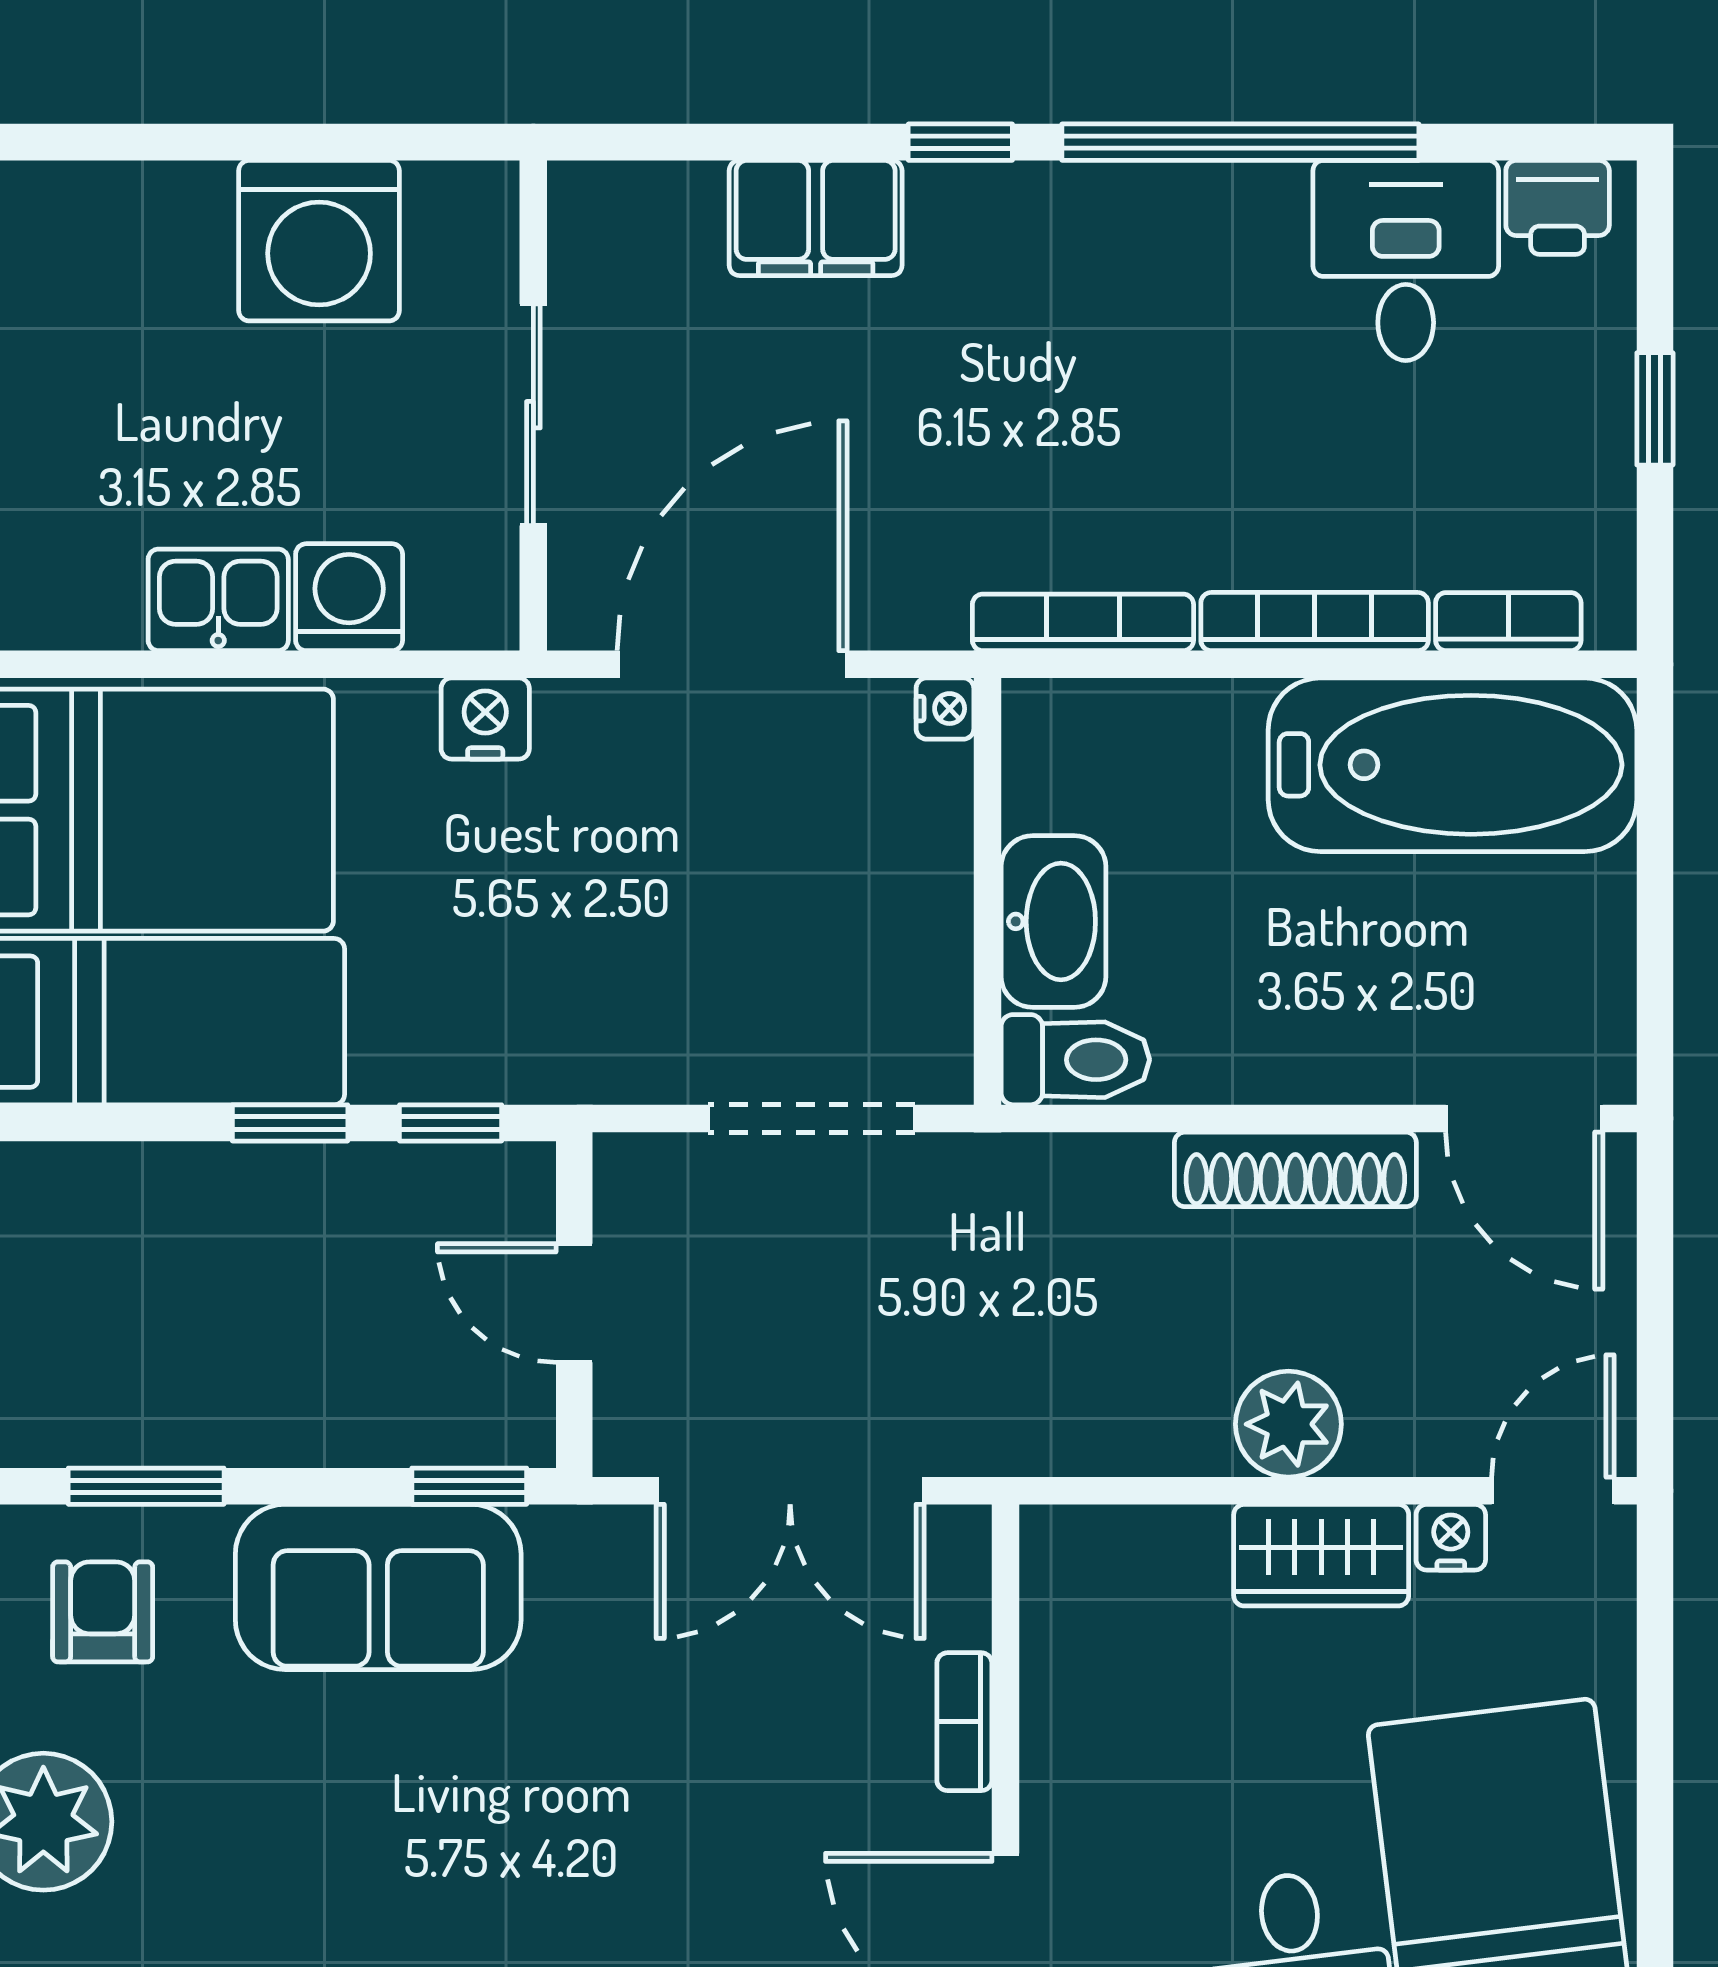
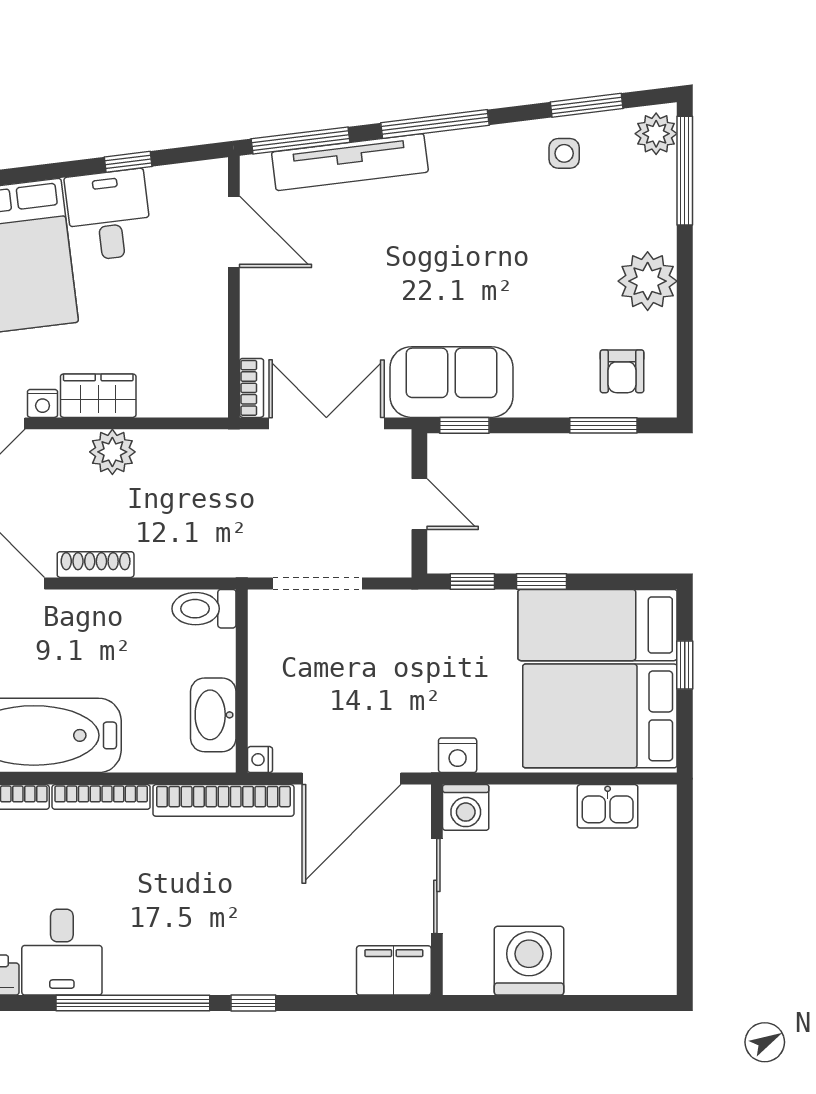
filing cabinet: (816, 218) -> (394, 970), moved
washing machine: (349, 597) -> (466, 807), moved
kitchen sink: (218, 600) -> (608, 806), moved
bookcase: (1083, 622) -> (223, 800), width x1.48, depth x1.31
washbasin: (1054, 921) -> (213, 715), moved
shoe rack: (1295, 1169) -> (96, 565), width x0.74, depth x0.81
sofa: (378, 1587) -> (451, 382), moved
bookcase: (964, 1722) -> (252, 388), moved

